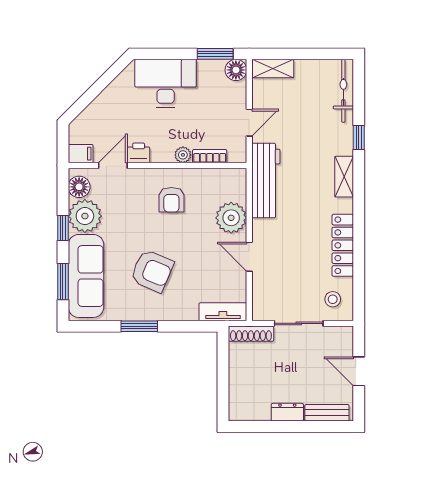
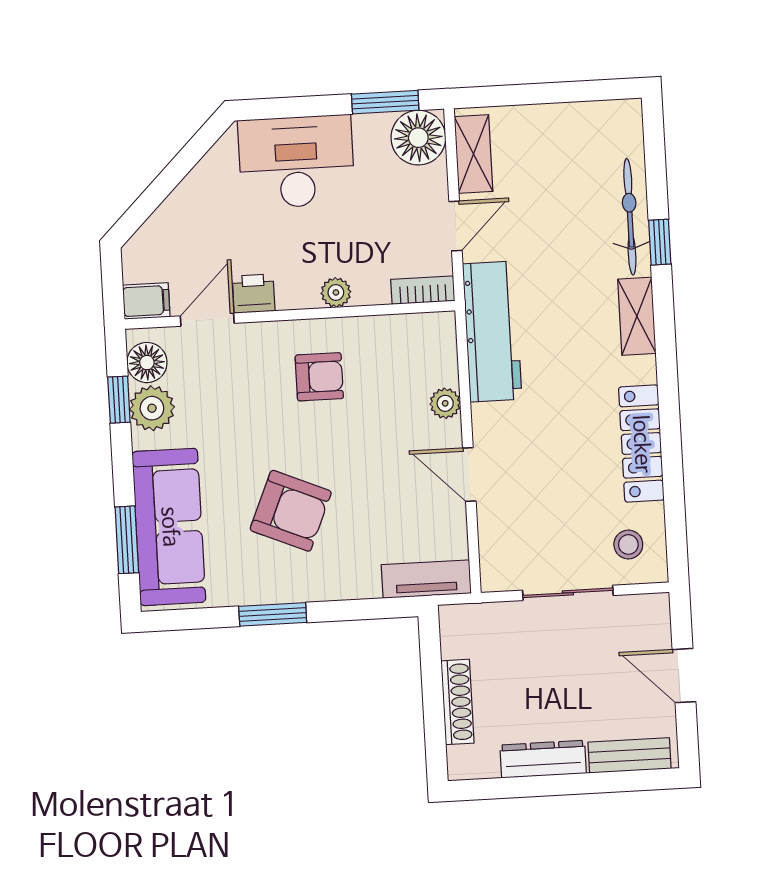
shelving: (273, 69) -> (474, 154), moved, turned 90
floor lamp: (236, 70) -> (418, 138), width x1.38, depth x1.38
bicycle: (343, 91) -> (630, 217), moved
bookcase: (210, 156) -> (423, 290), moved
armchair: (171, 200) -> (319, 377), turned -90
plant: (85, 216) -> (152, 408), width x0.73, depth x0.73
plant: (231, 218) -> (445, 403), width x0.53, depth x0.53
window: (63, 228) -> (119, 400), moved
shoe rack: (251, 334) -> (457, 702), moved, turned -90
dresser: (287, 412) -> (543, 759), width x1.44

